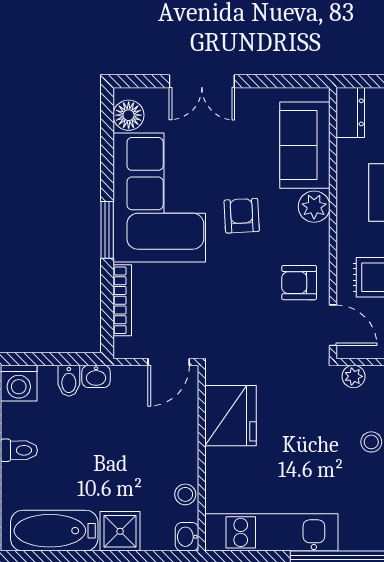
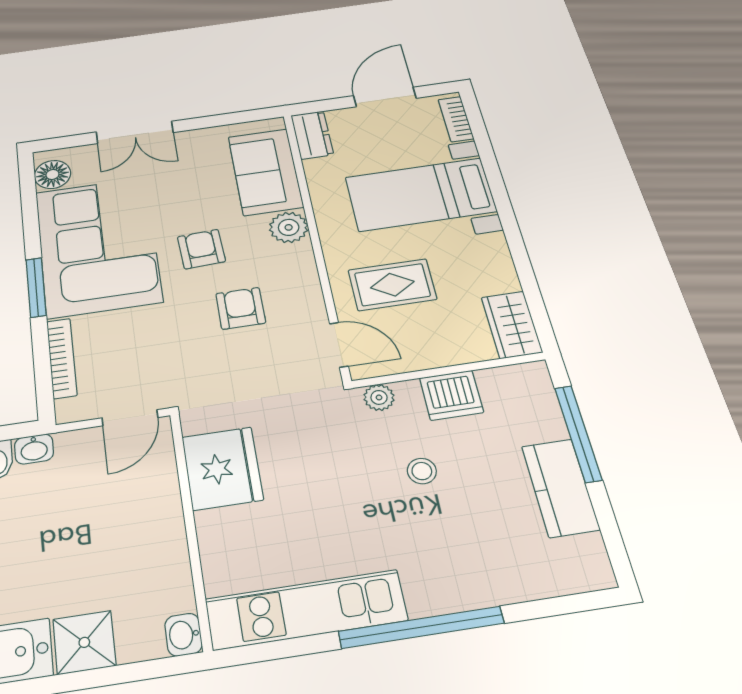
armchair: (299, 283) -> (241, 308), moved, turned 90
stool: (185, 494) -> (173, 578), removed

